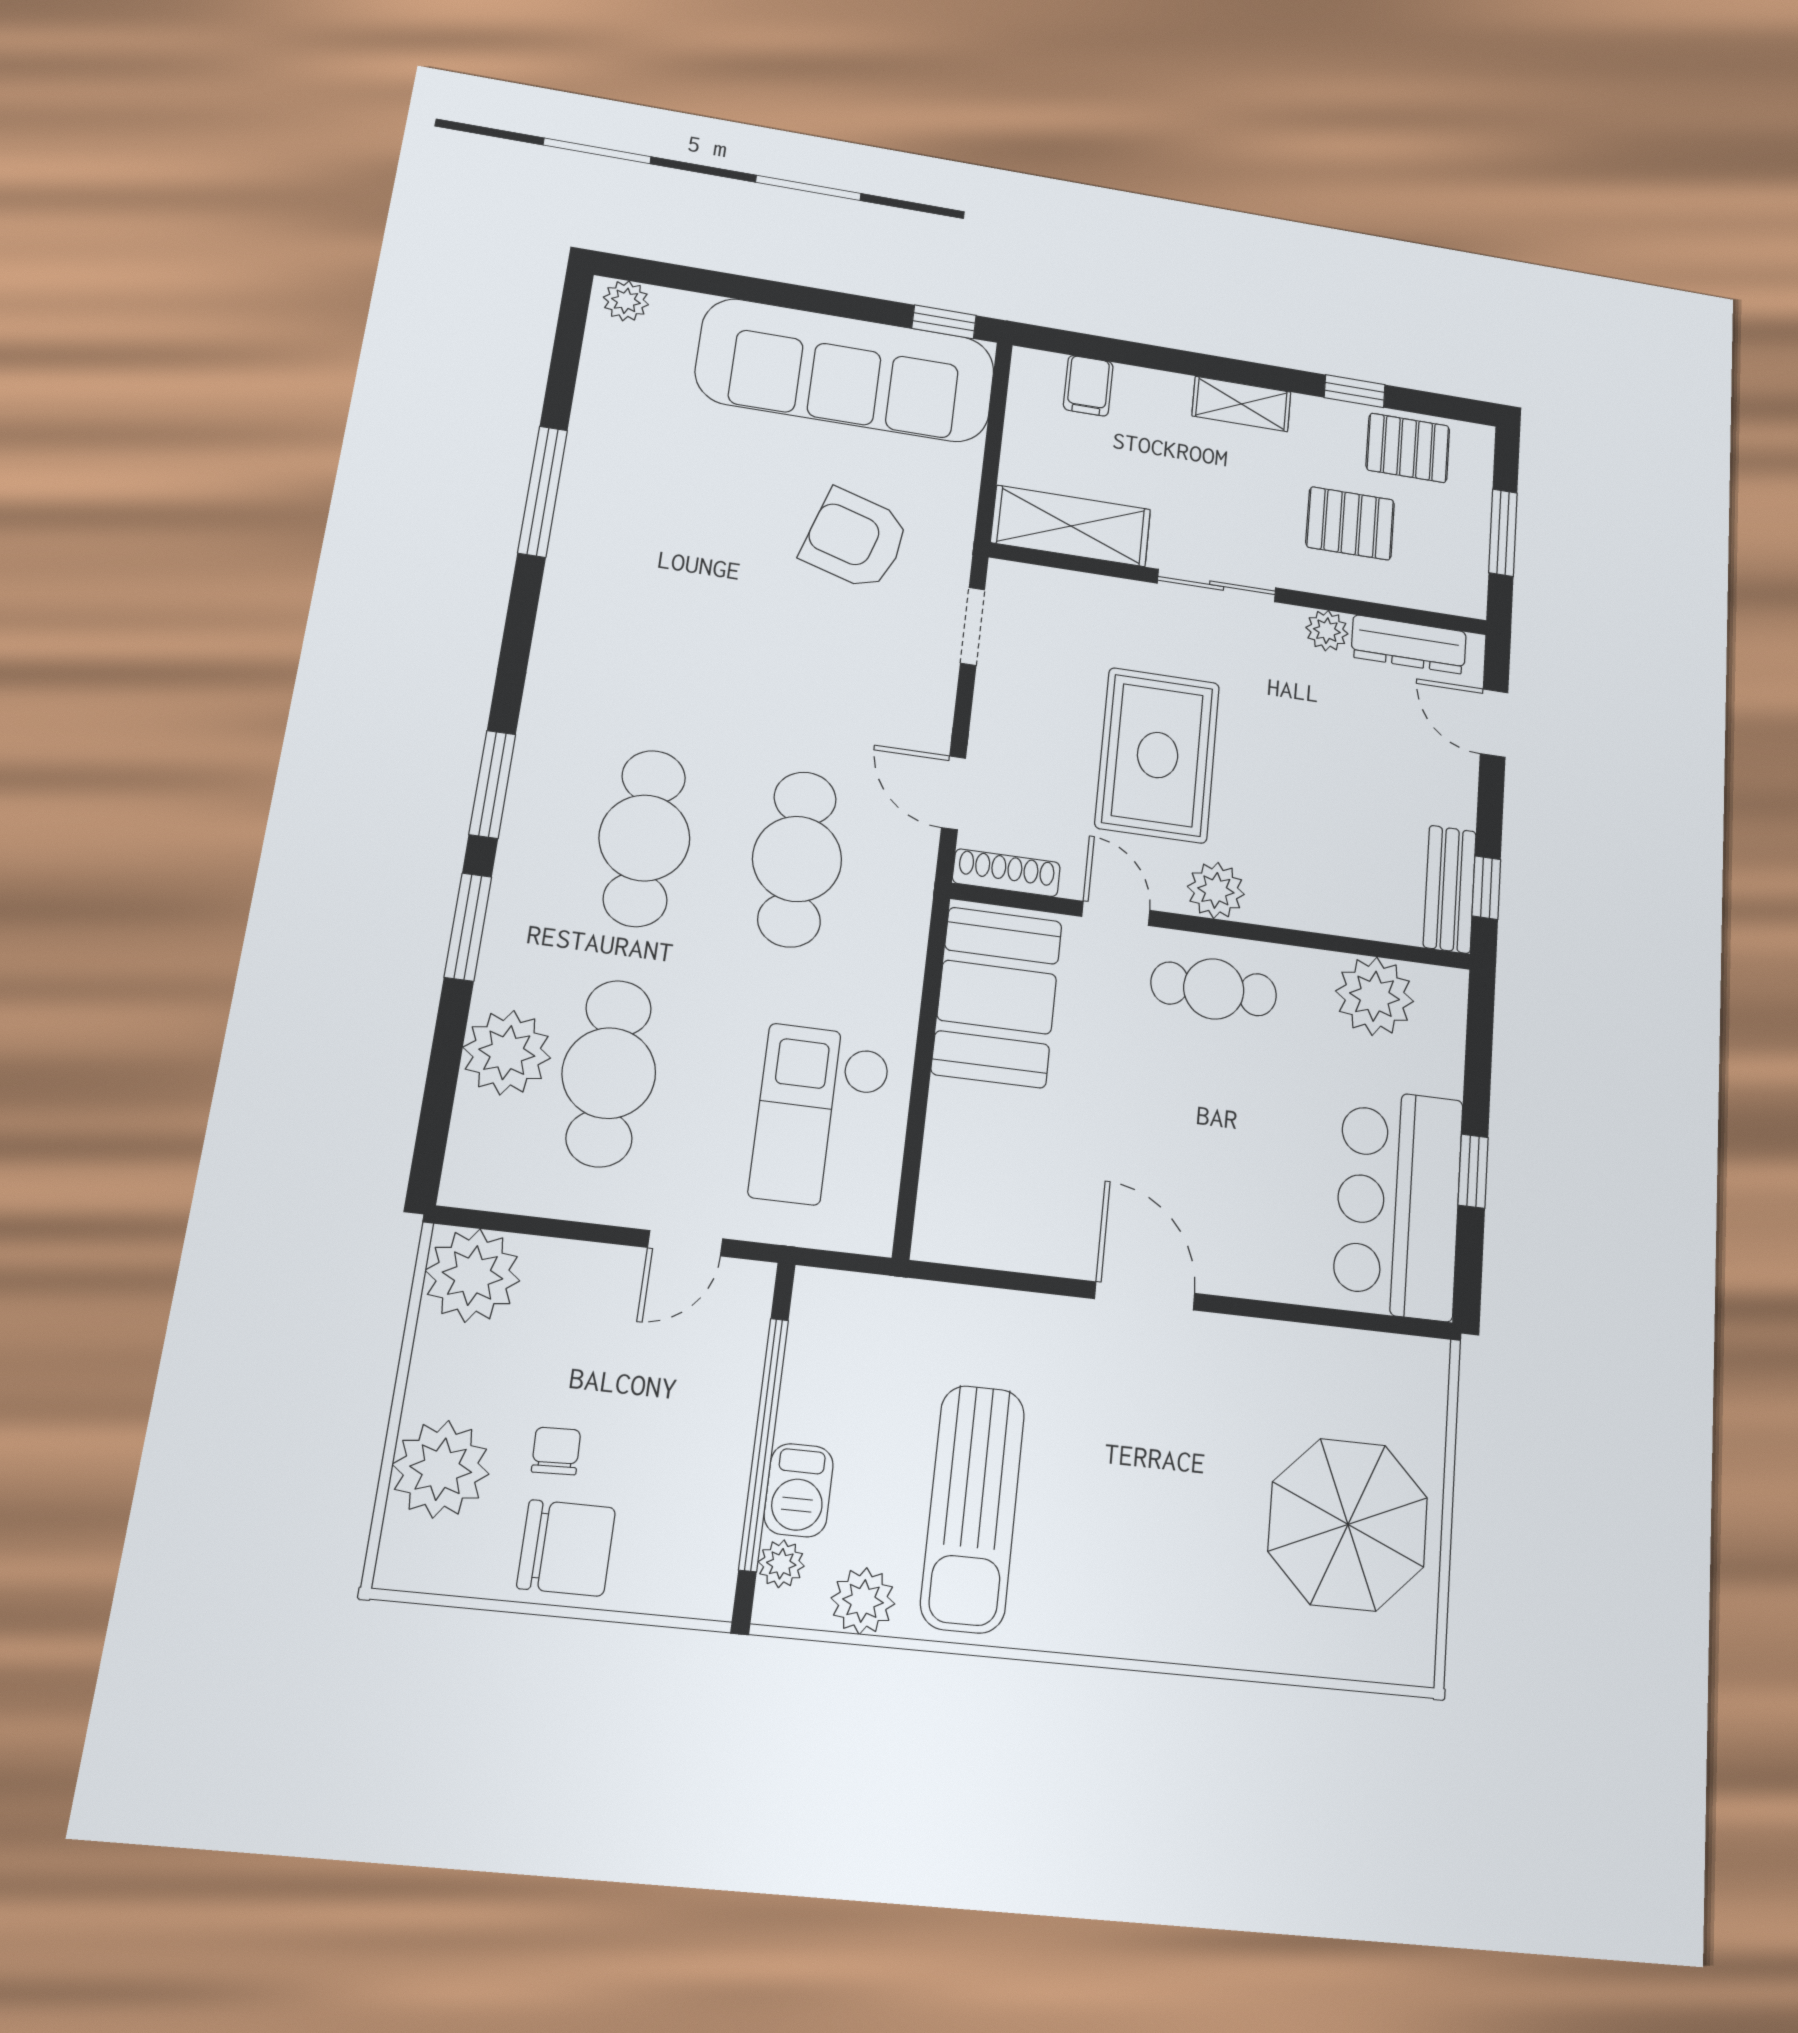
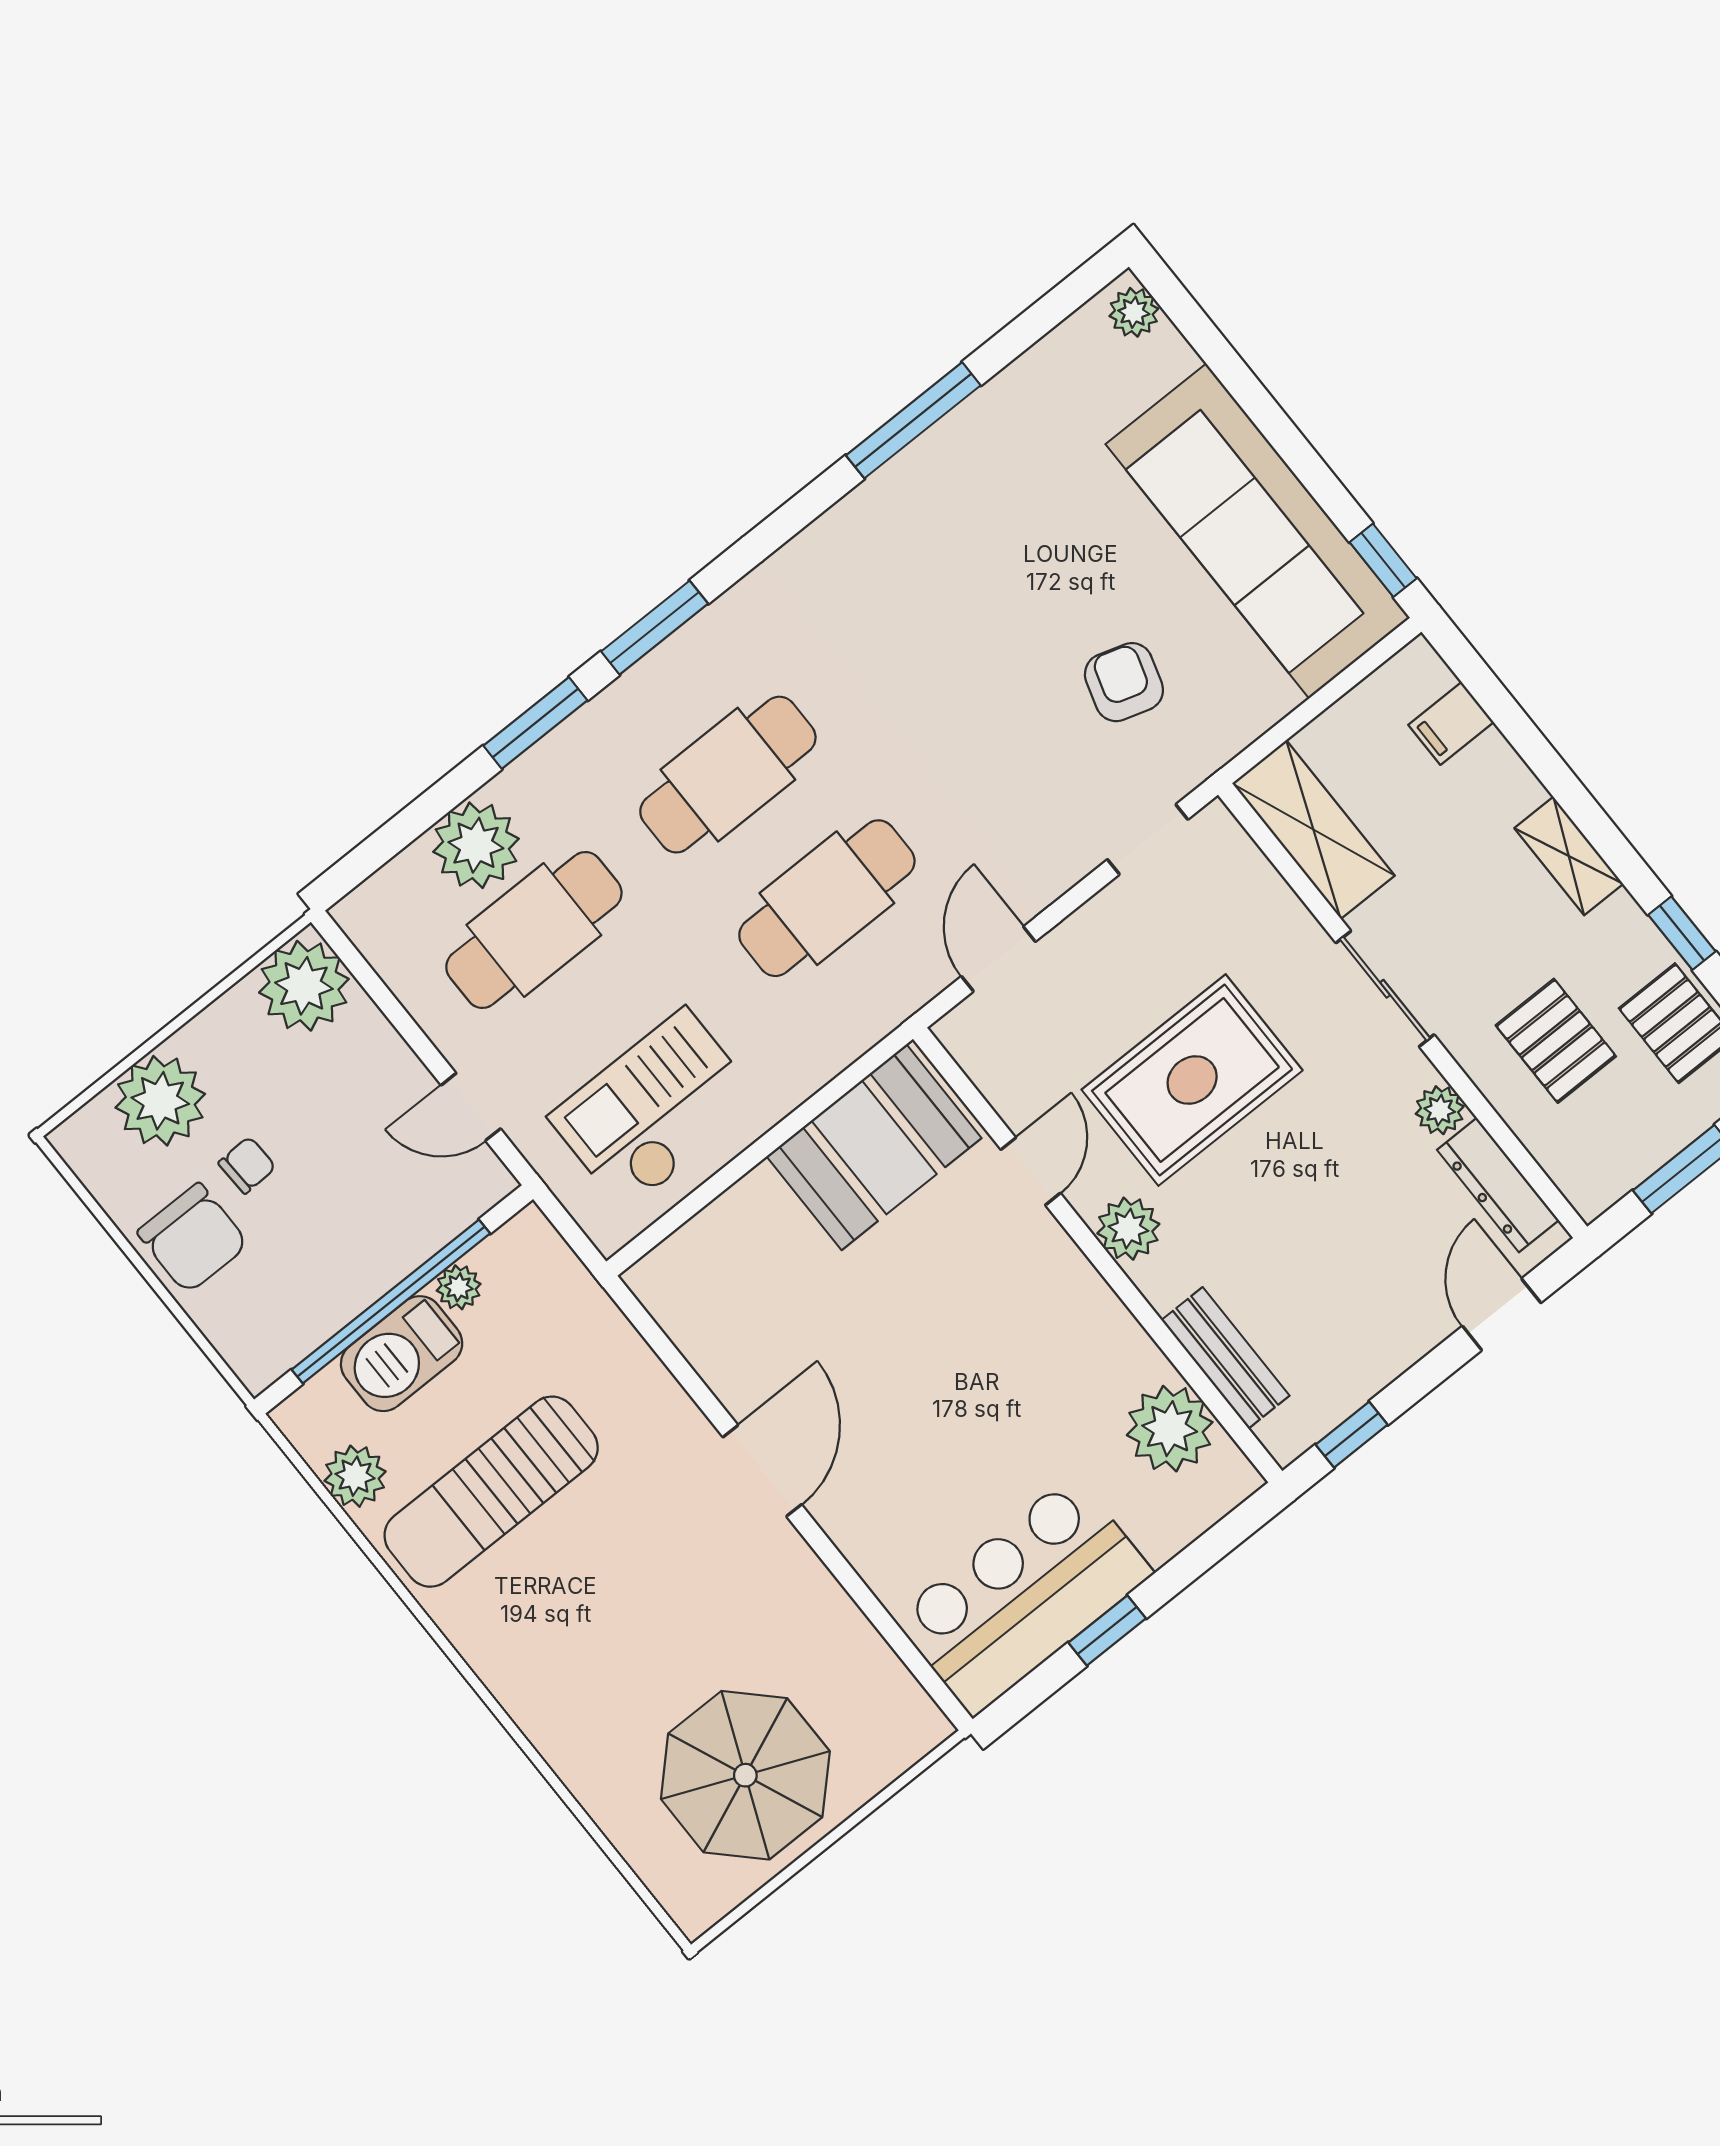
armchair: (855, 539) -> (1124, 682), width x0.72, depth x0.72
shoe rack: (1006, 873) -> (977, 1060), removed
bench: (1450, 889) -> (1225, 1358), moved, turned 90
cafe table: (1214, 989) -> (1048, 1301), removed
barbecue: (799, 1490) -> (402, 1354), width x1.38, depth x1.27
plant: (781, 1564) -> (459, 1287), moved

